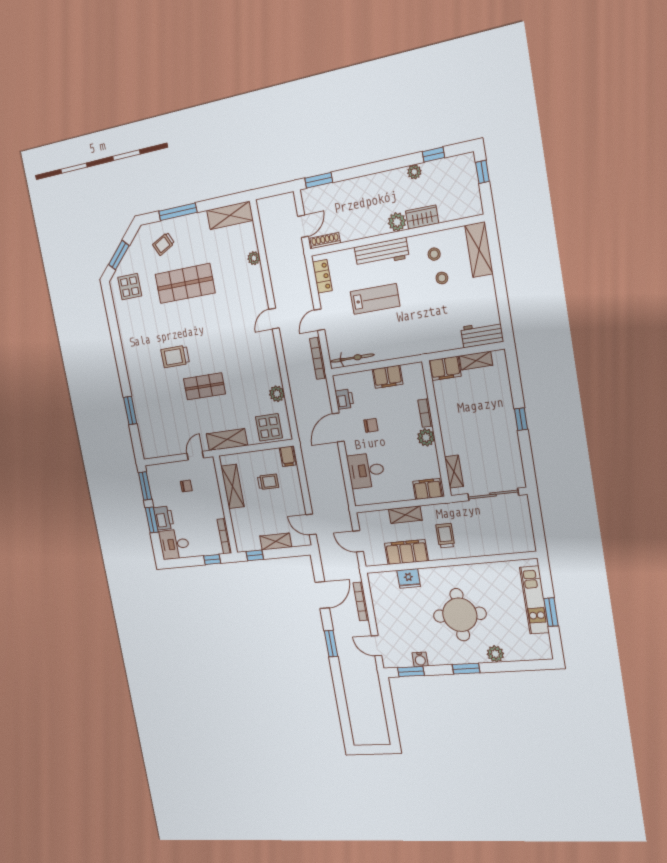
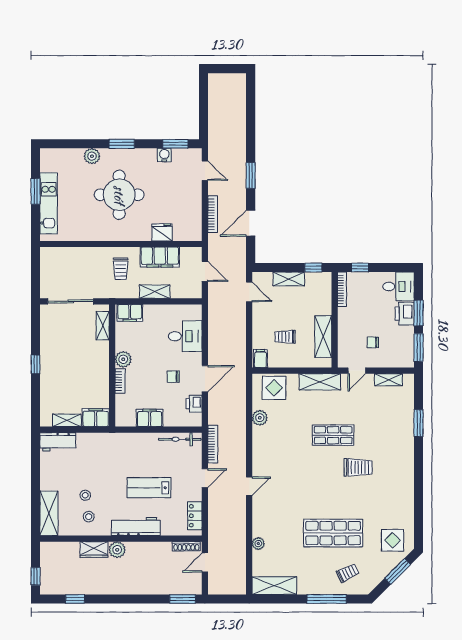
plant: (414, 172) -> (94, 588), removed
shelving: (165, 450) -> (389, 380), added

